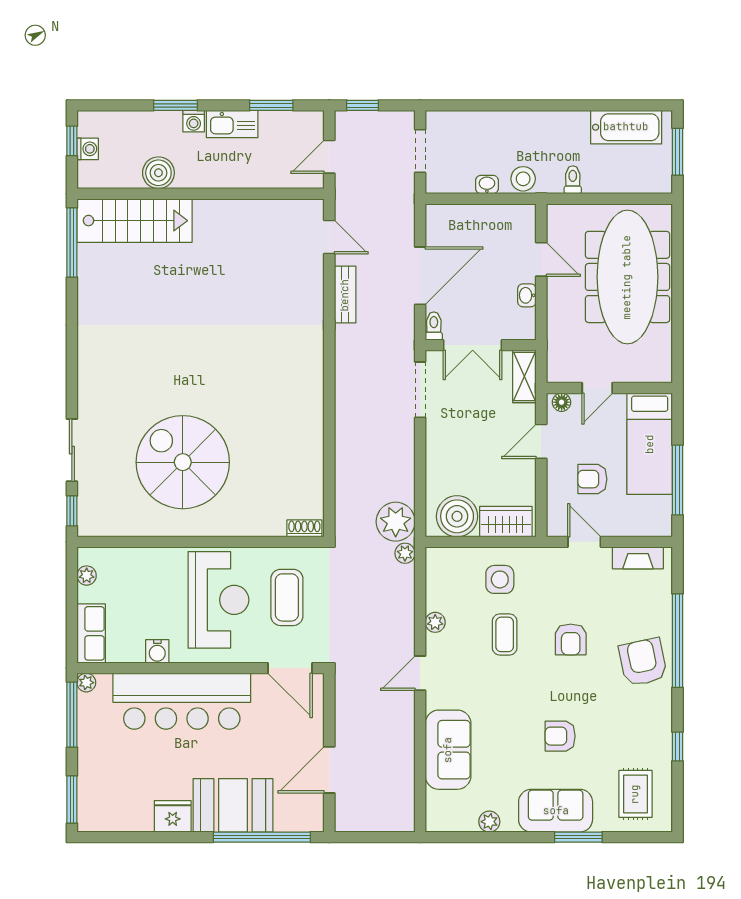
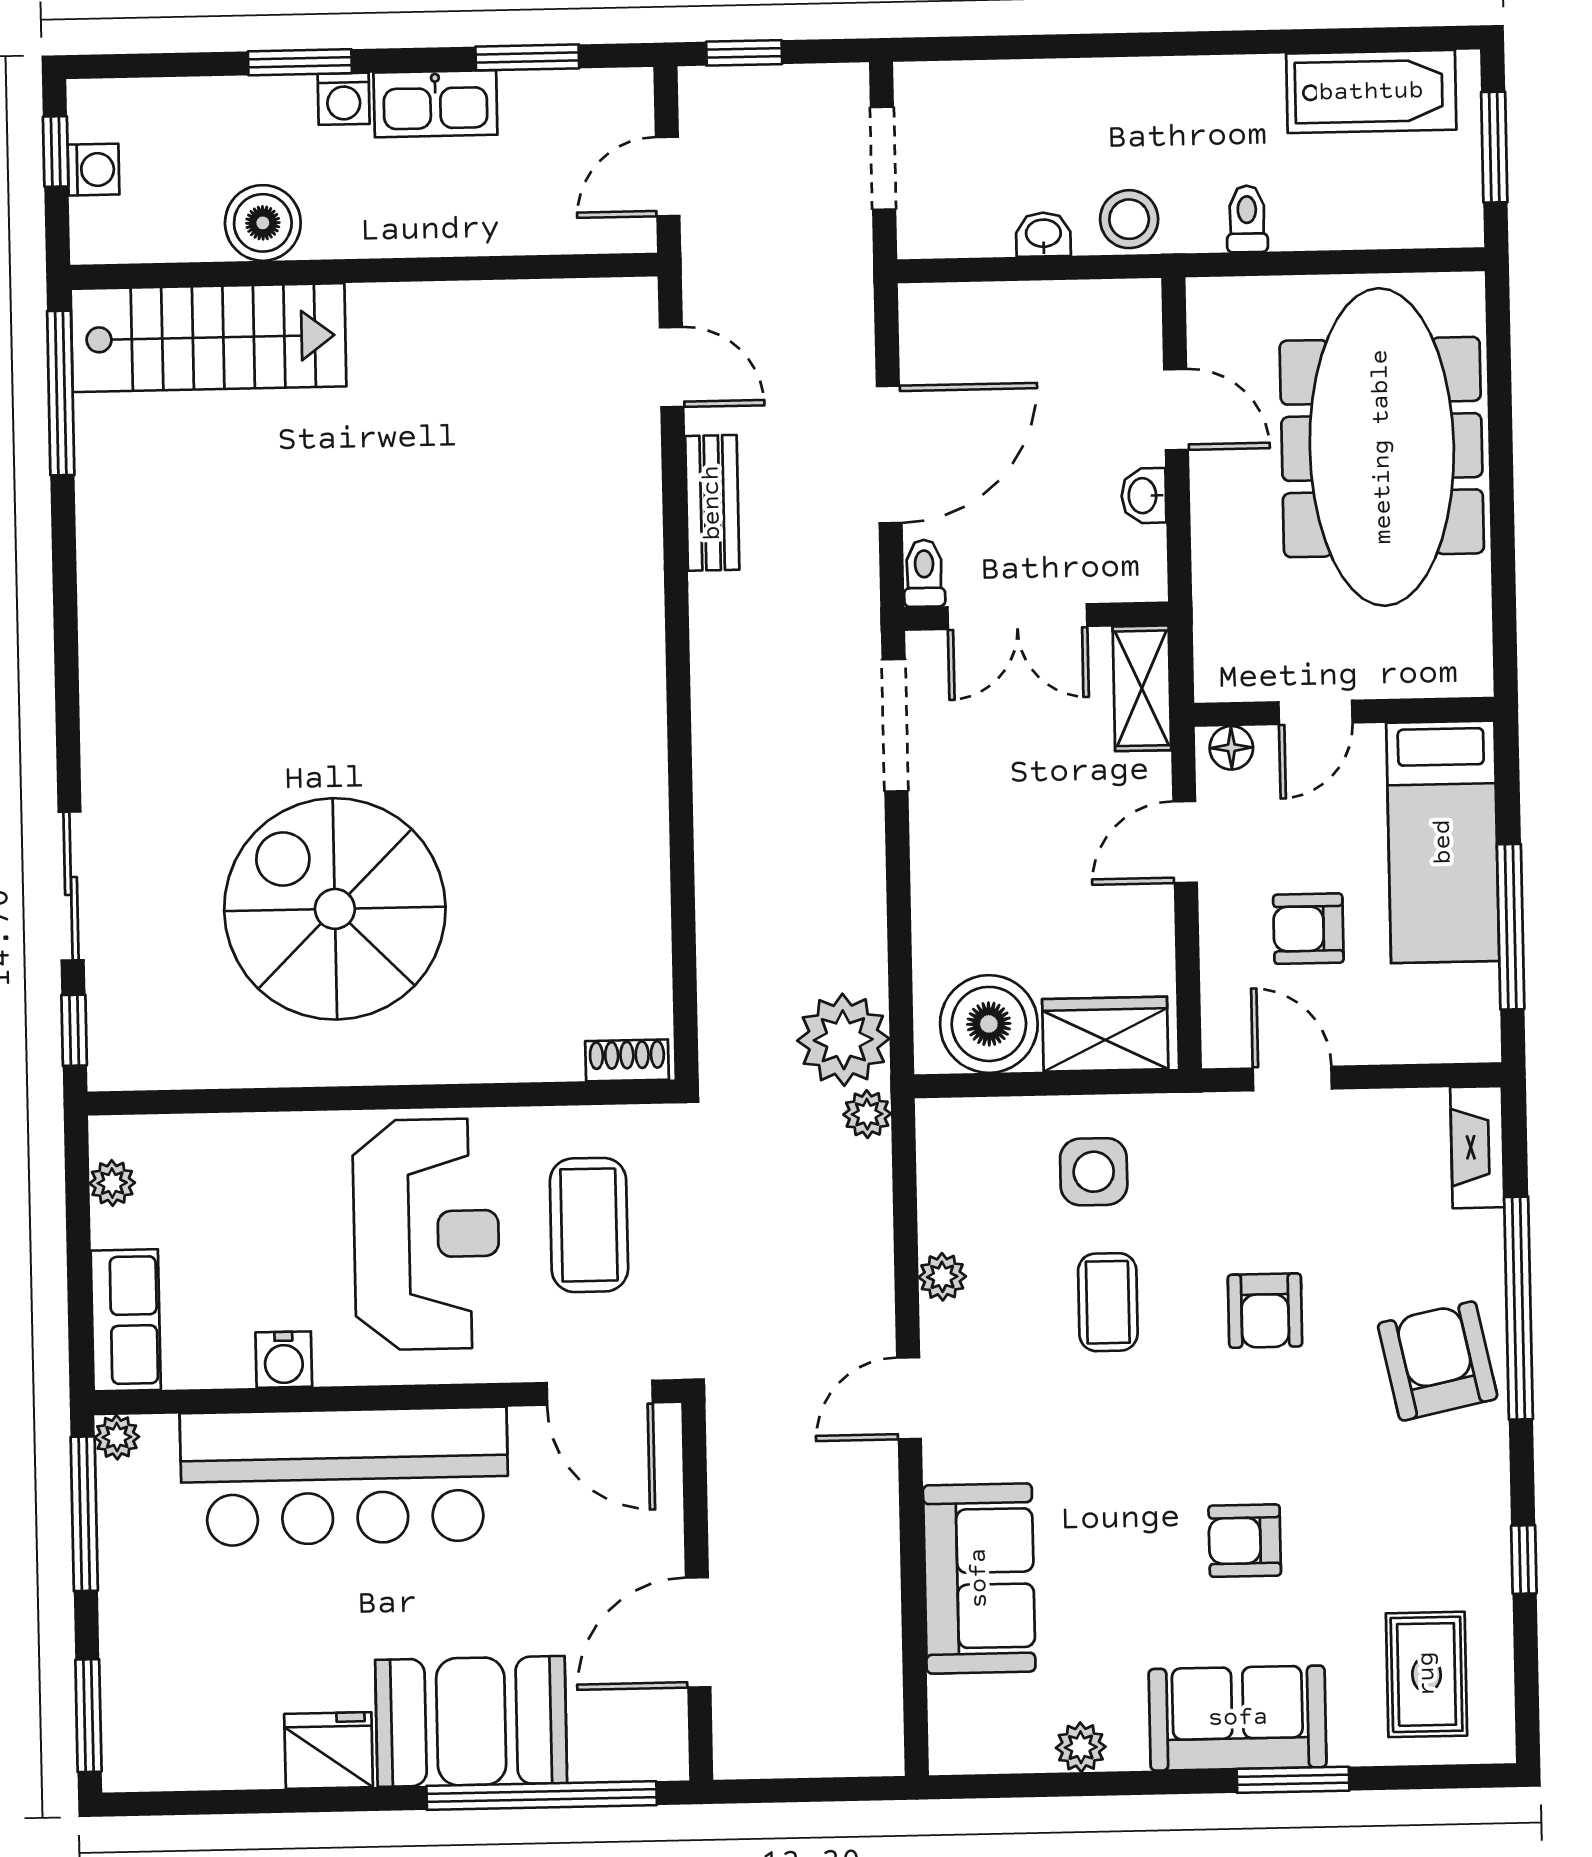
fireplace: (638, 558) -> (1477, 1147), moved, turned 90

